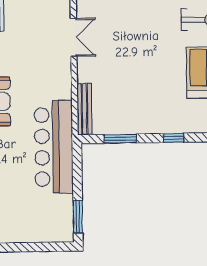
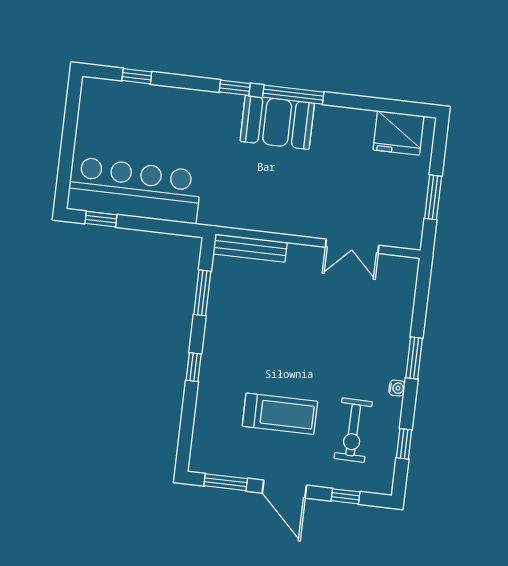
bar counter: (54, 147) -> (134, 190), moved
window: (78, 217) -> (101, 219), width x0.67

